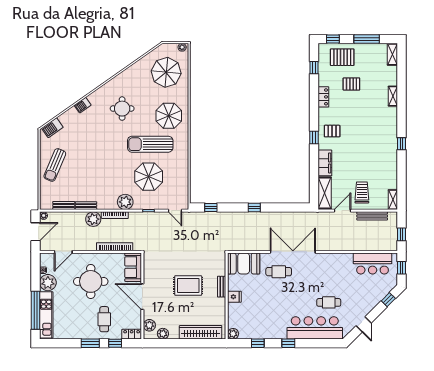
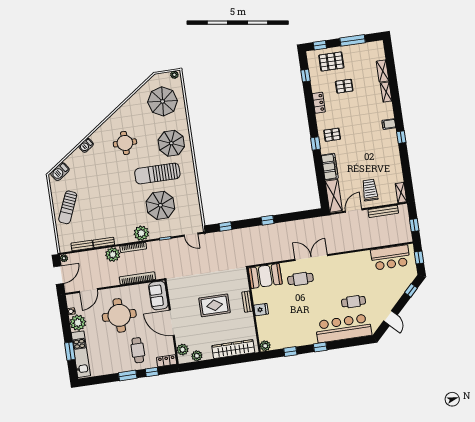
shelving: (392, 54) -> (383, 71), moved
filing cabinet: (391, 129) -> (389, 124), added
double door: (293, 252) -> (311, 258), width x0.73
window: (36, 310) -> (70, 351), width x0.47

